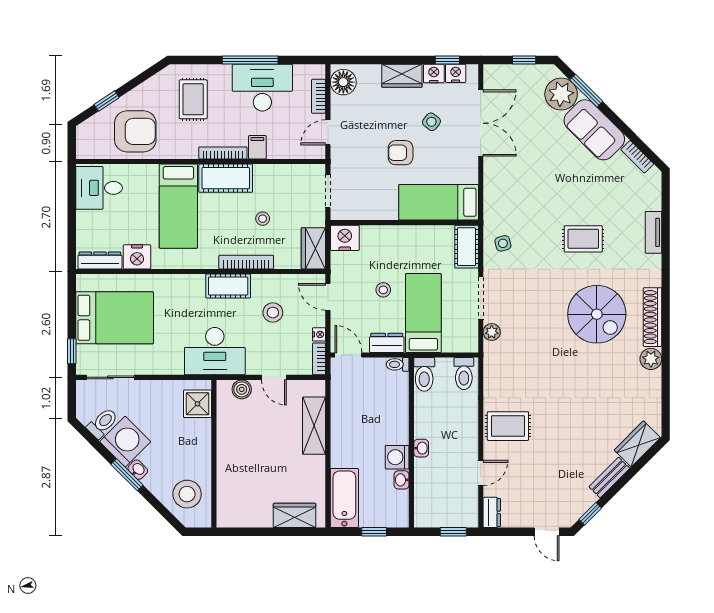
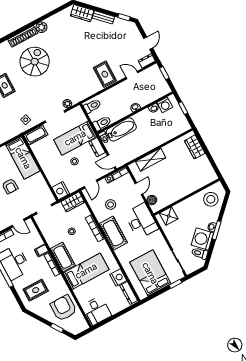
cot: (228, 286) -> (113, 233), width x1.37, depth x1.34
door: (348, 355) -> (111, 161), hinge flipped
washing machine: (397, 457) -> (165, 105), moved
bathtub: (344, 498) -> (121, 129), moved, turned 180
door: (547, 532) -> (148, 43), moved

